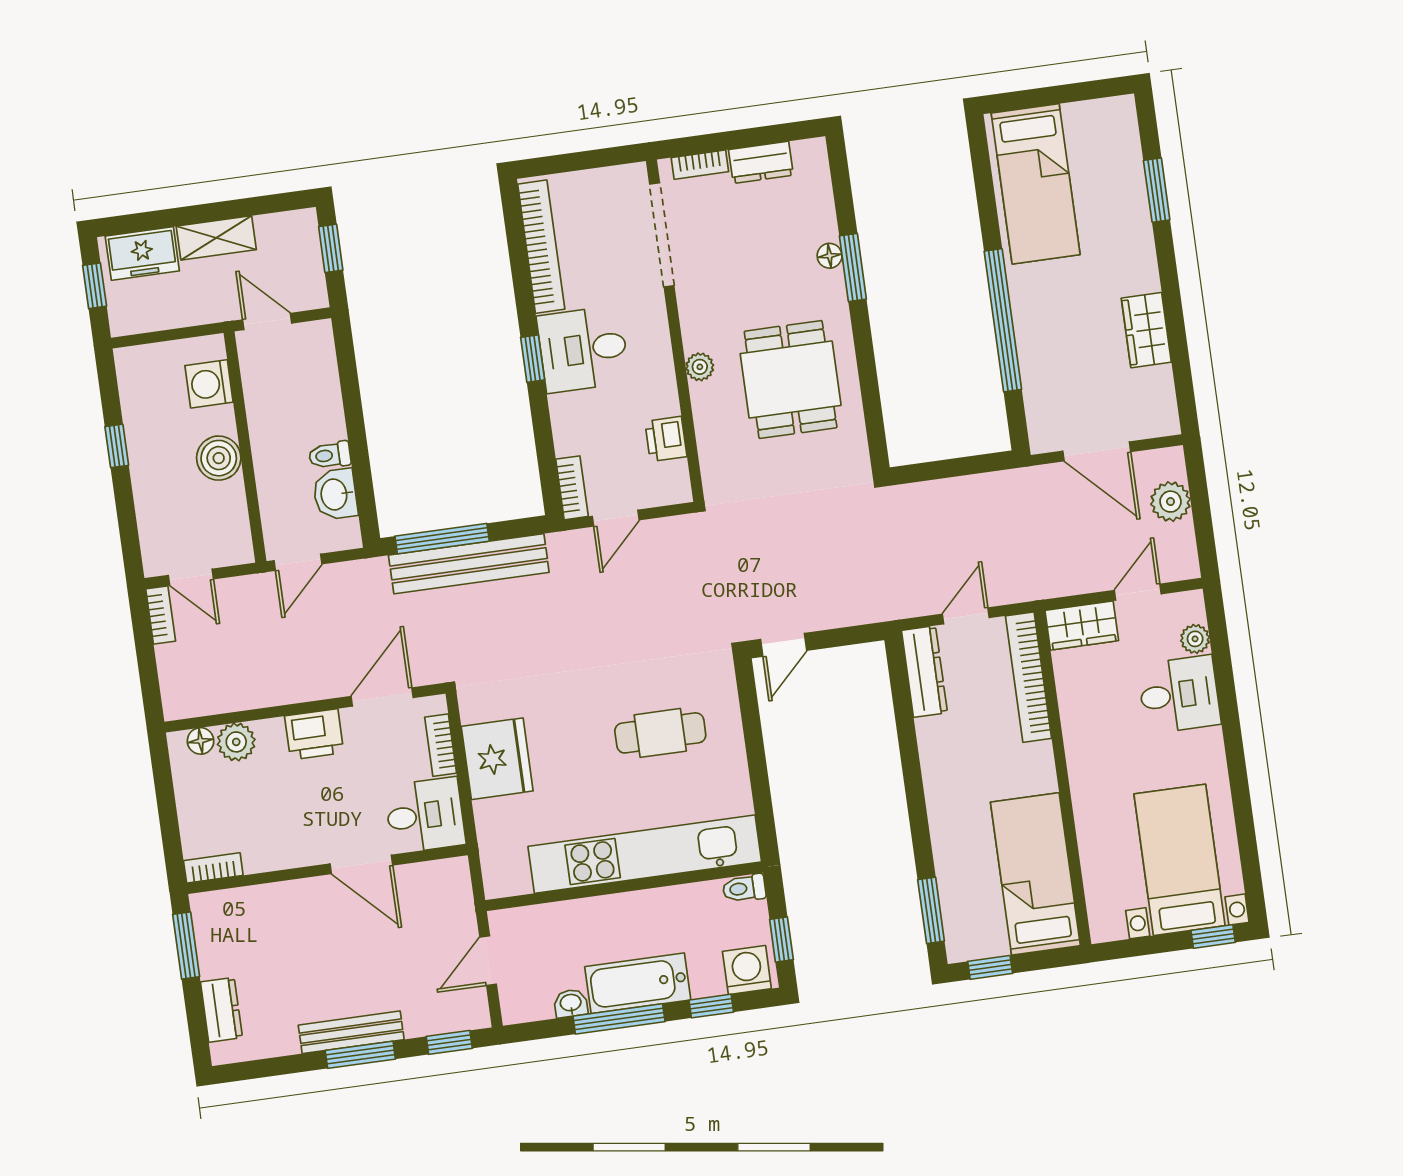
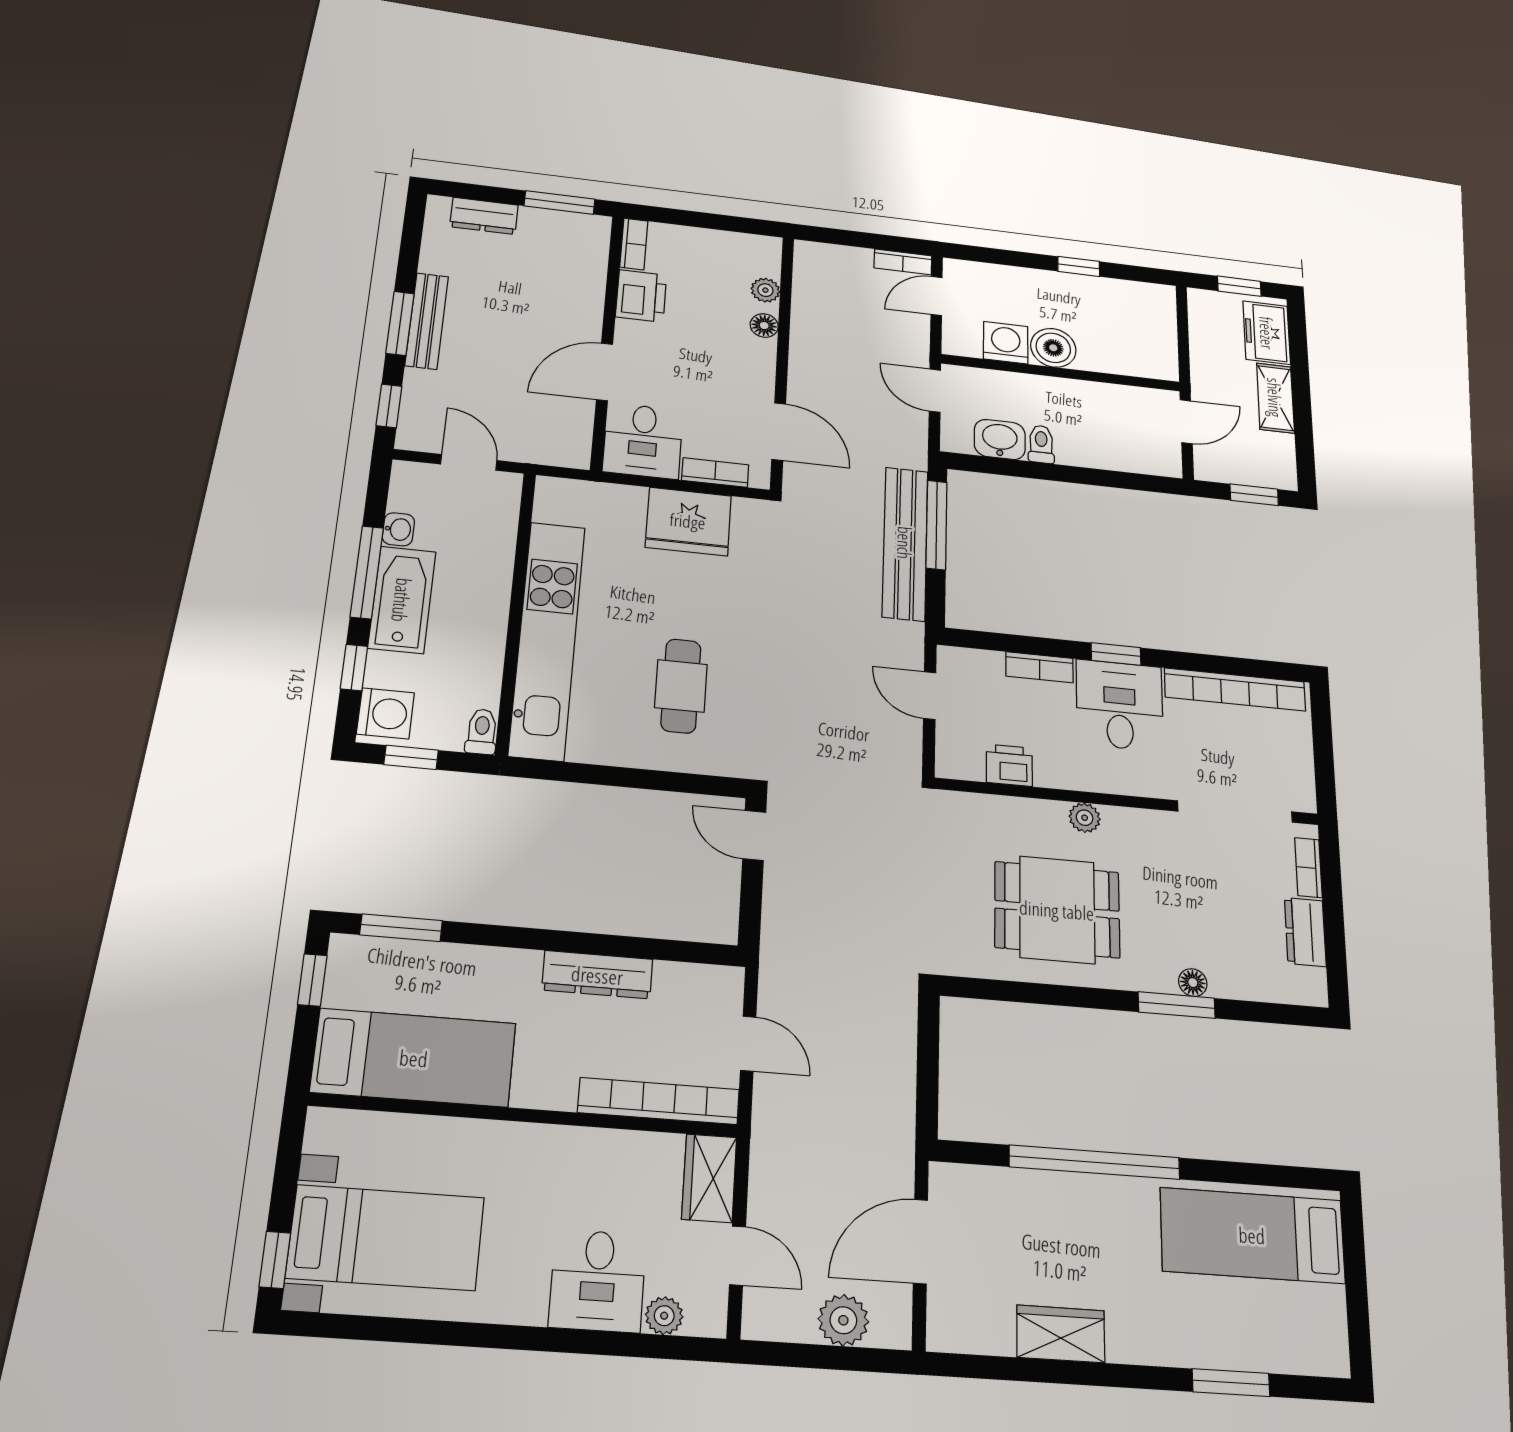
washing machine: (209, 384) -> (1006, 343), moved
bookcase: (572, 488) -> (1040, 667), moved
dresser: (924, 672) -> (597, 975), moved
printer: (314, 734) -> (641, 296), moved, turned 180
floor lamp: (201, 741) -> (764, 326), moved
plant: (236, 742) -> (765, 290), width x0.73, depth x0.73

